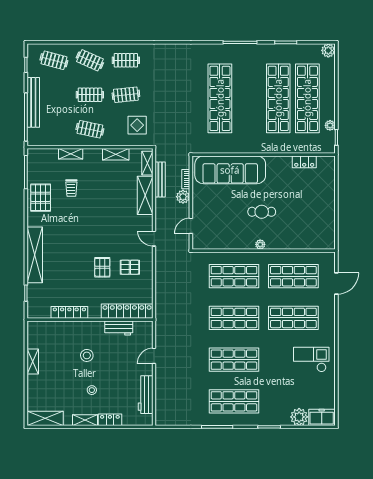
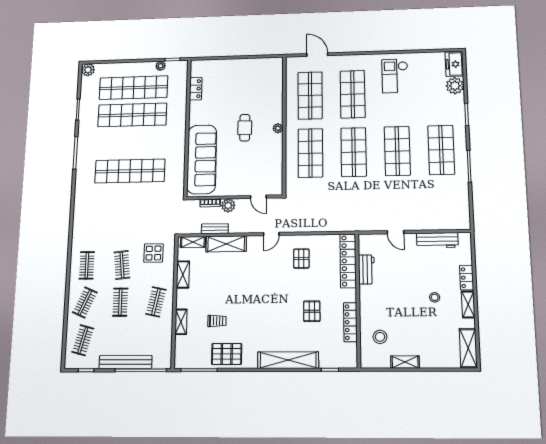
bench: (160, 179) -> (215, 229), width x0.73
pallet: (102, 267) -> (312, 311), moved, turned 90
stool: (87, 355) -> (380, 337), moved

